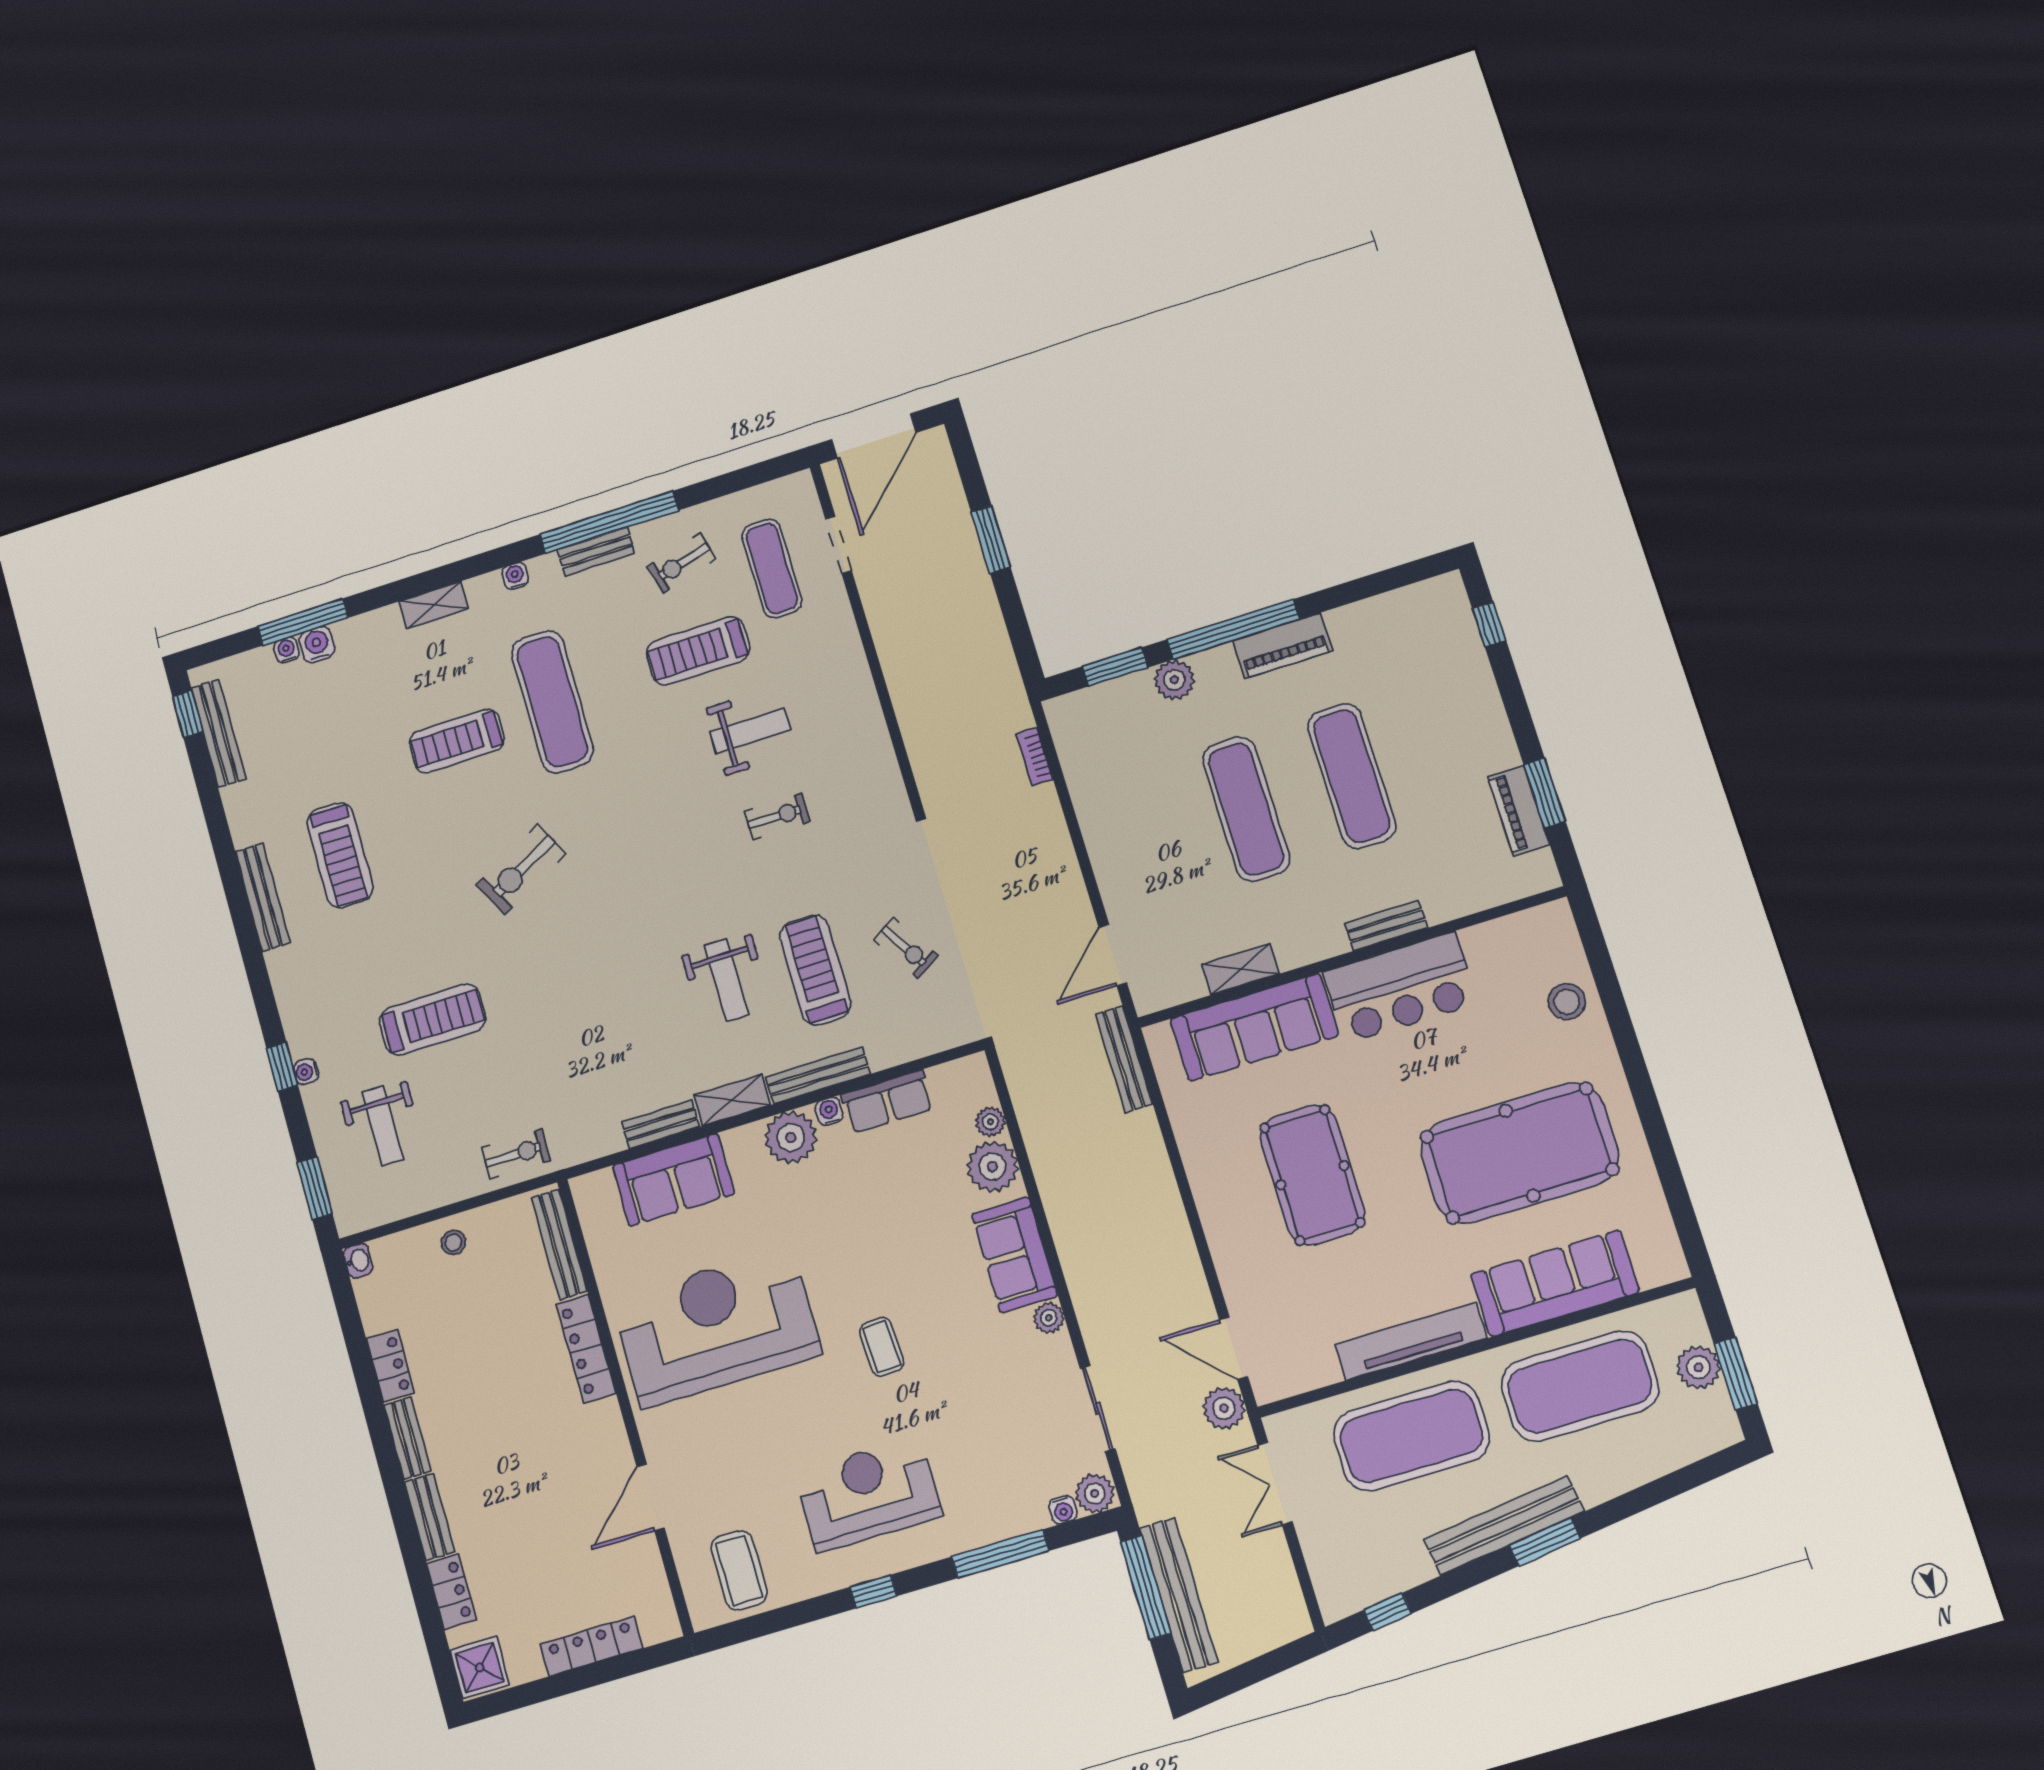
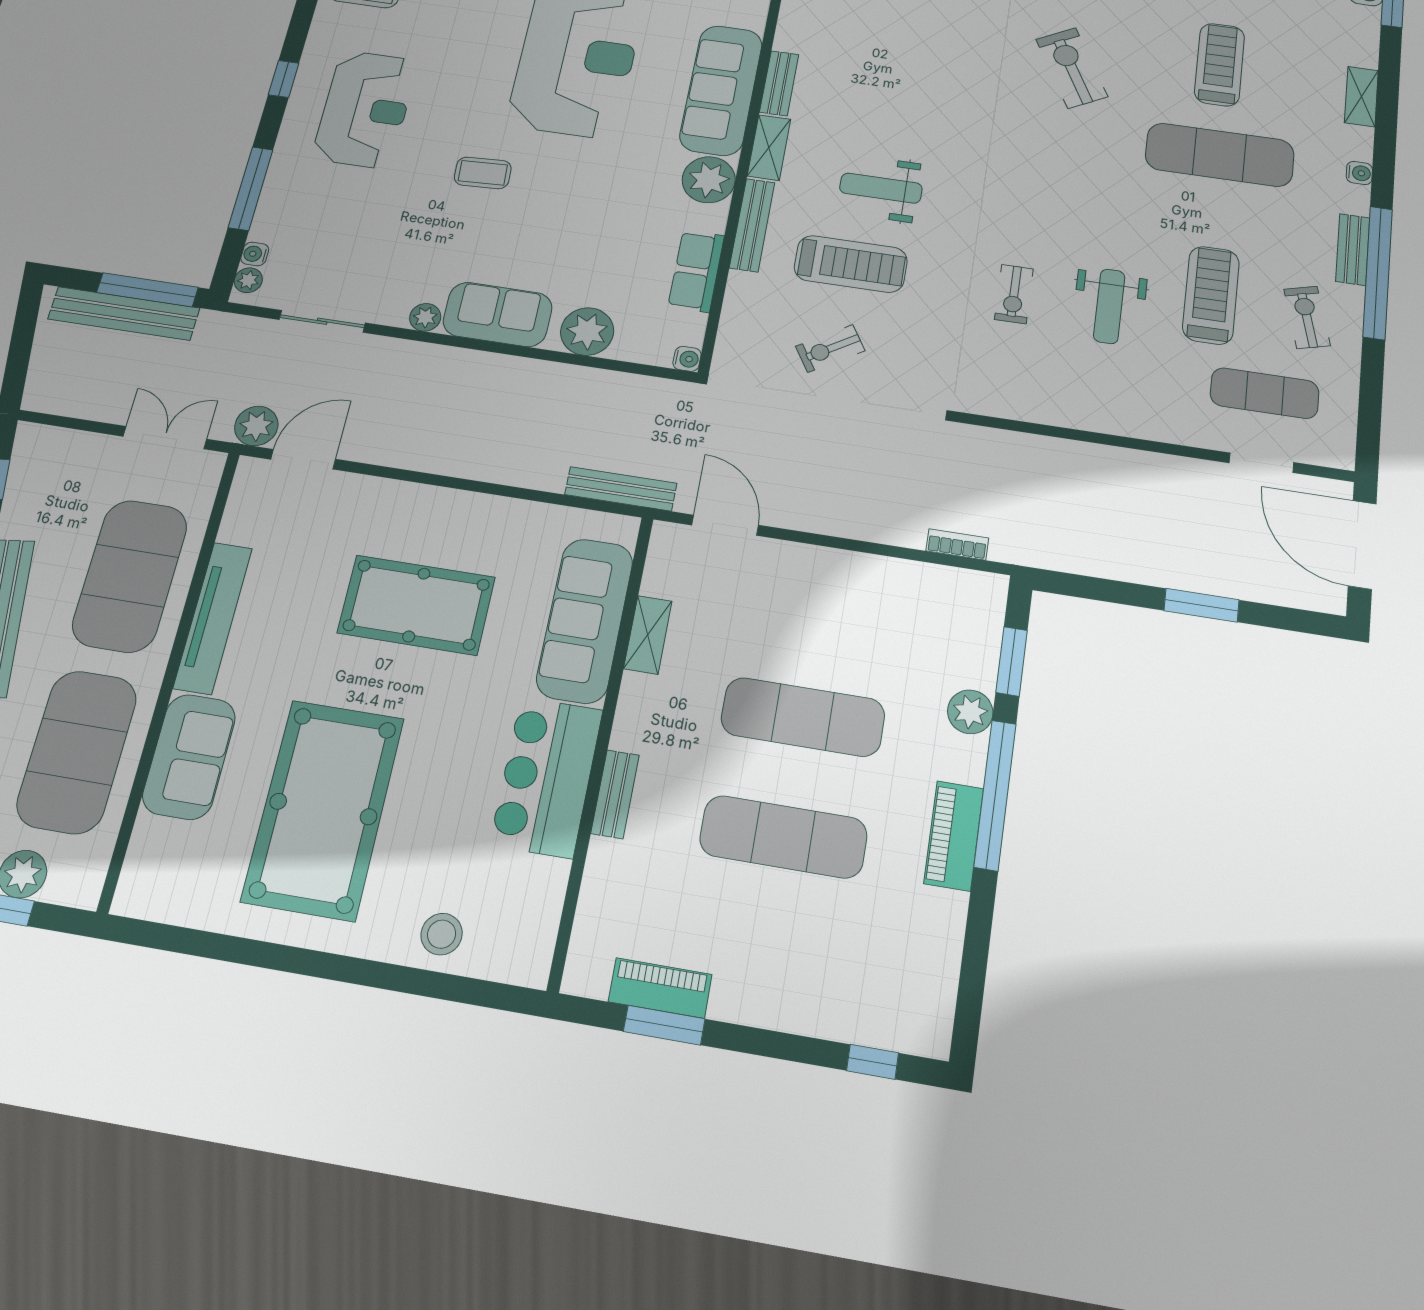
water cooler: (829, 1111) -> (687, 359), moved
plant: (990, 1122) -> (629, 348), removed
sofa: (674, 1180) -> (721, 90), width x1.36
sofa: (1555, 1283) -> (189, 757), width x0.73
plant: (1095, 1493) -> (248, 280), width x0.73, depth x0.73

